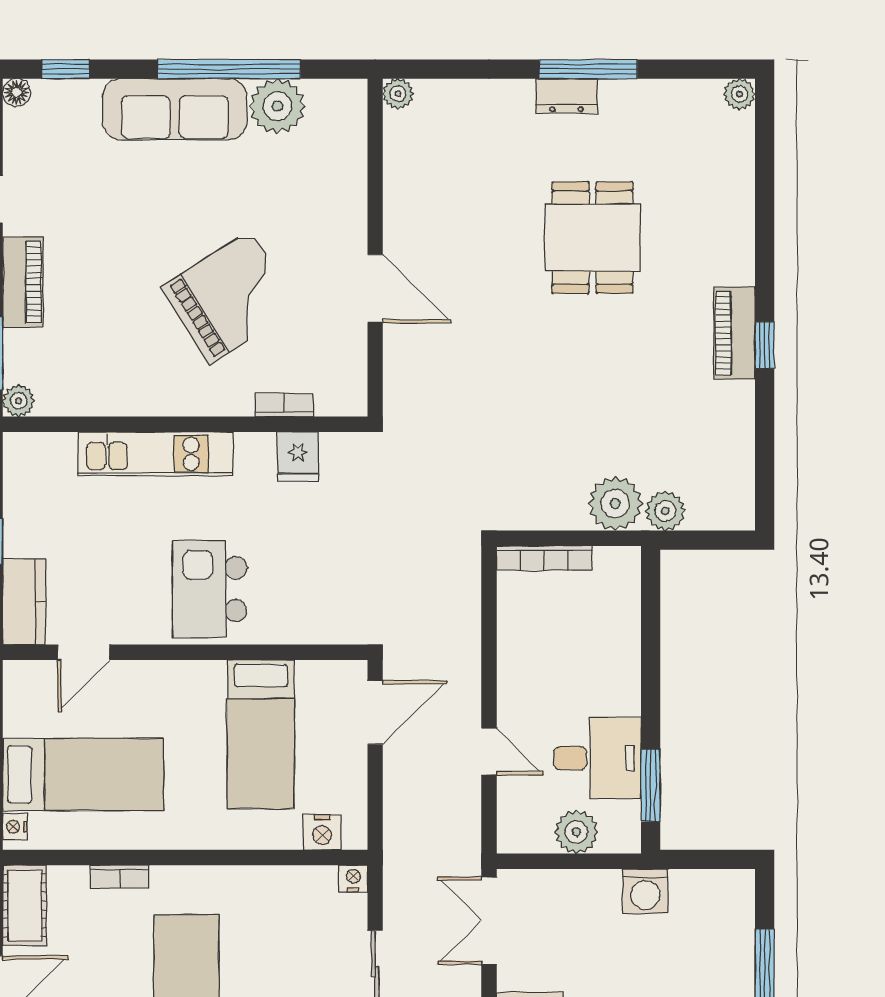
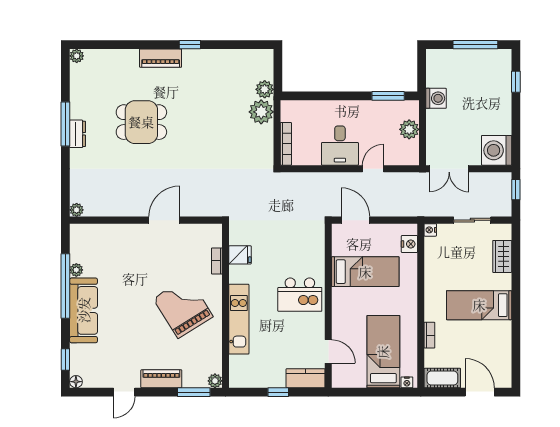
plant: (277, 106) -> (76, 270), width x0.53, depth x0.53
grand piano: (230, 297) -> (183, 308), moved
piano: (734, 333) -> (161, 58), moved
desk: (597, 758) -> (340, 146), moved, turned 180

